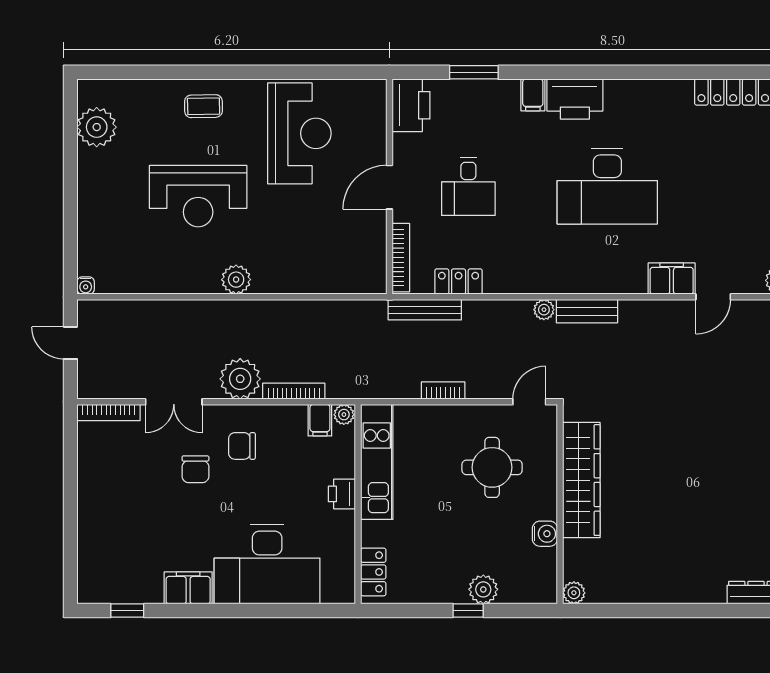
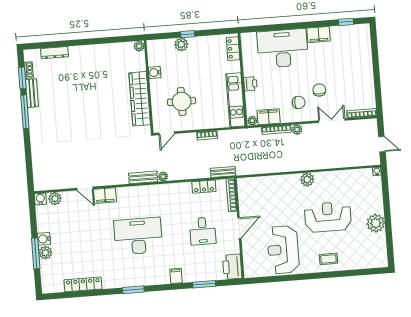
window: (626, 72) -> (133, 290), added
printer: (575, 99) -> (156, 276), removed
plant: (97, 127) -> (376, 223), moved
desk: (468, 187) -> (203, 231), turned 180
door: (713, 297) -> (85, 189), swing flipped
bench: (425, 310) -> (223, 172), width x0.73
plant: (240, 379) -> (297, 129), width x0.53, depth x0.53
filing cabinet: (320, 420) -> (269, 117), width x2.00

